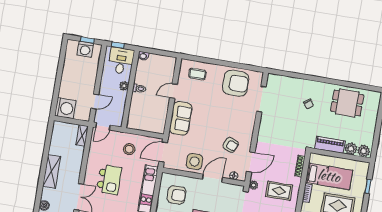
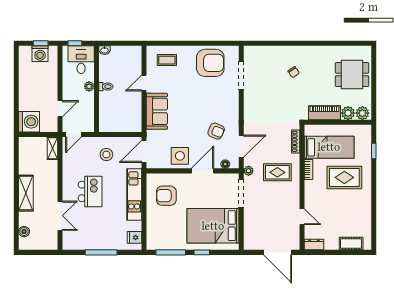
dining table: (347, 103) -> (352, 74), moved
armchair: (176, 195) -> (166, 196), turned 180

